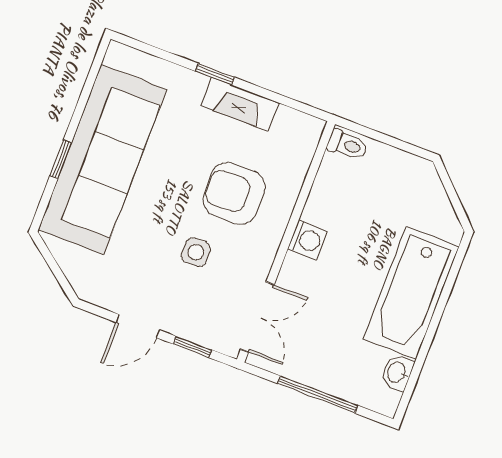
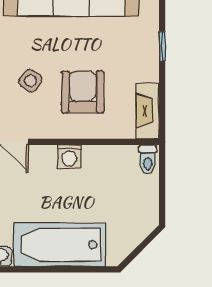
fireplace: (240, 104) -> (148, 111), moved
side table: (196, 252) -> (31, 81), turned 34

